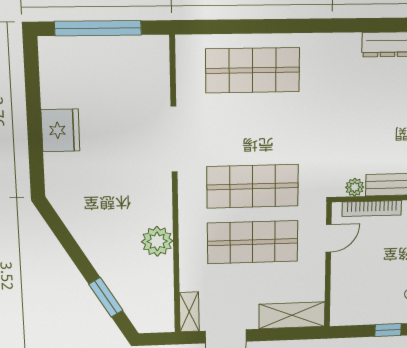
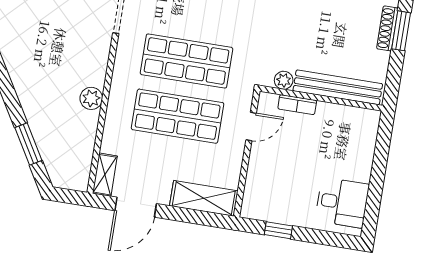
bookcase: (372, 209) -> (297, 105), width x0.64
plant: (157, 241) -> (91, 98), width x0.73, depth x0.73
window: (388, 330) -> (278, 230), moved

